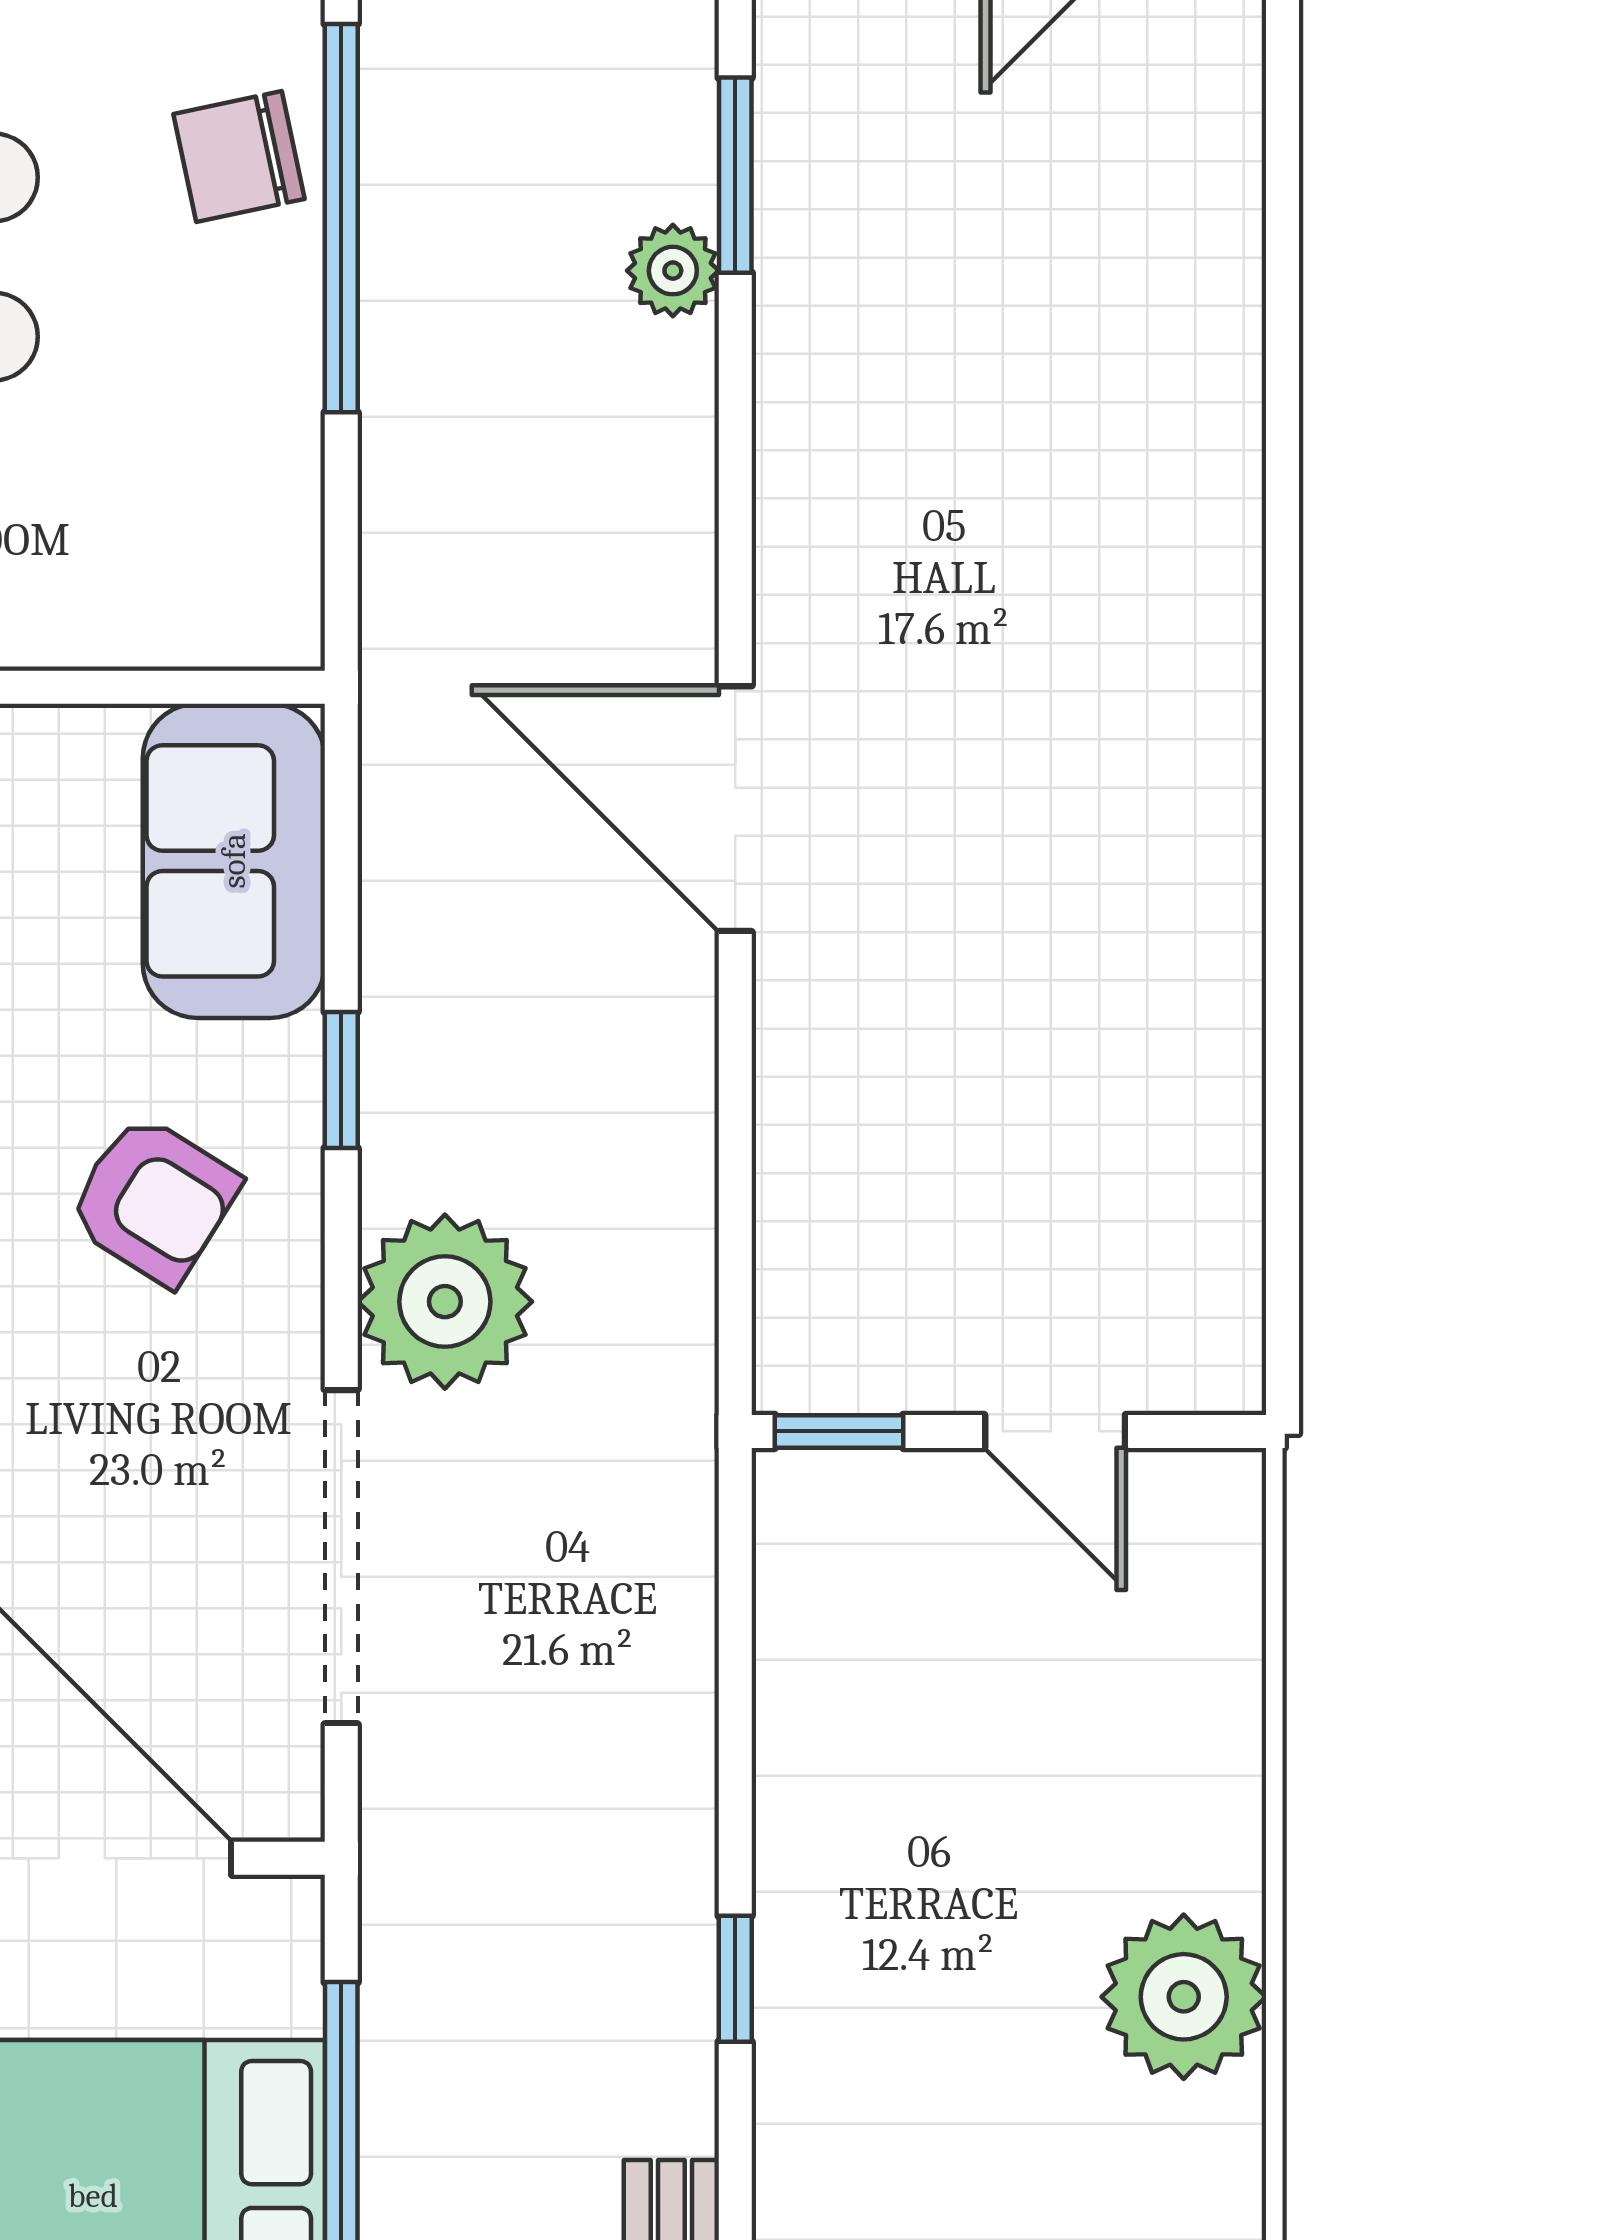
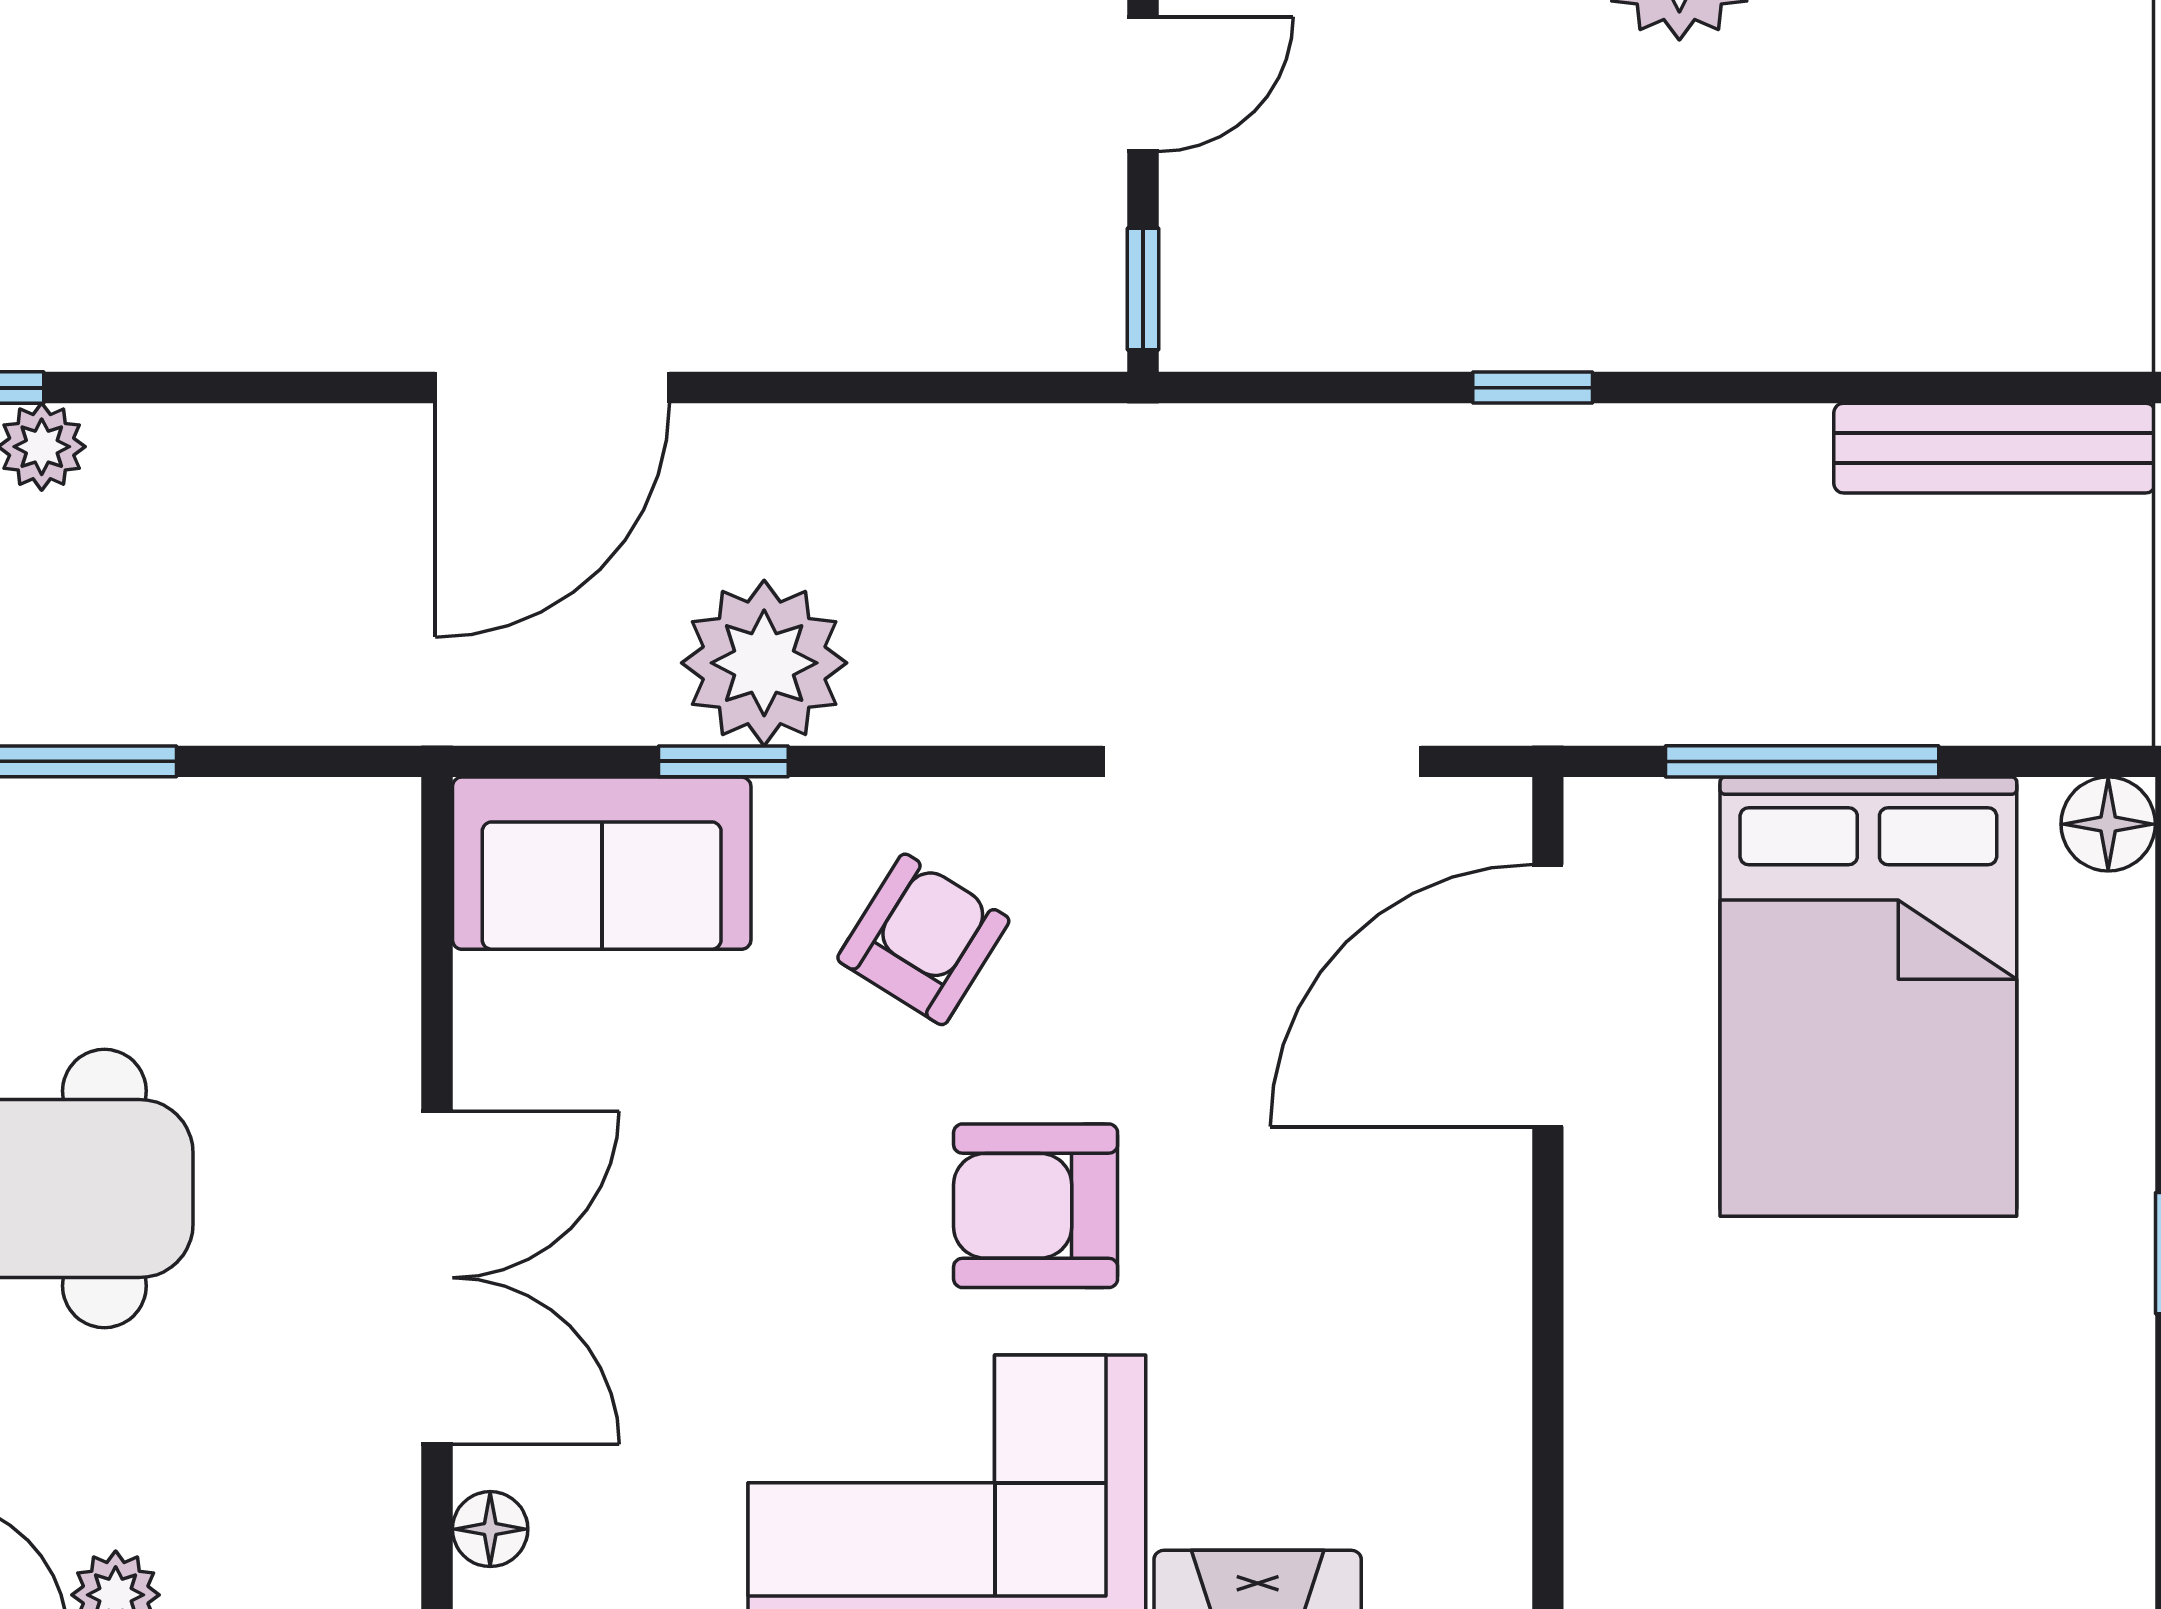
window: (341, 1080) -> (723, 761), moved
plant: (445, 1302) -> (764, 663), moved
window: (735, 1979) -> (1533, 388), moved

